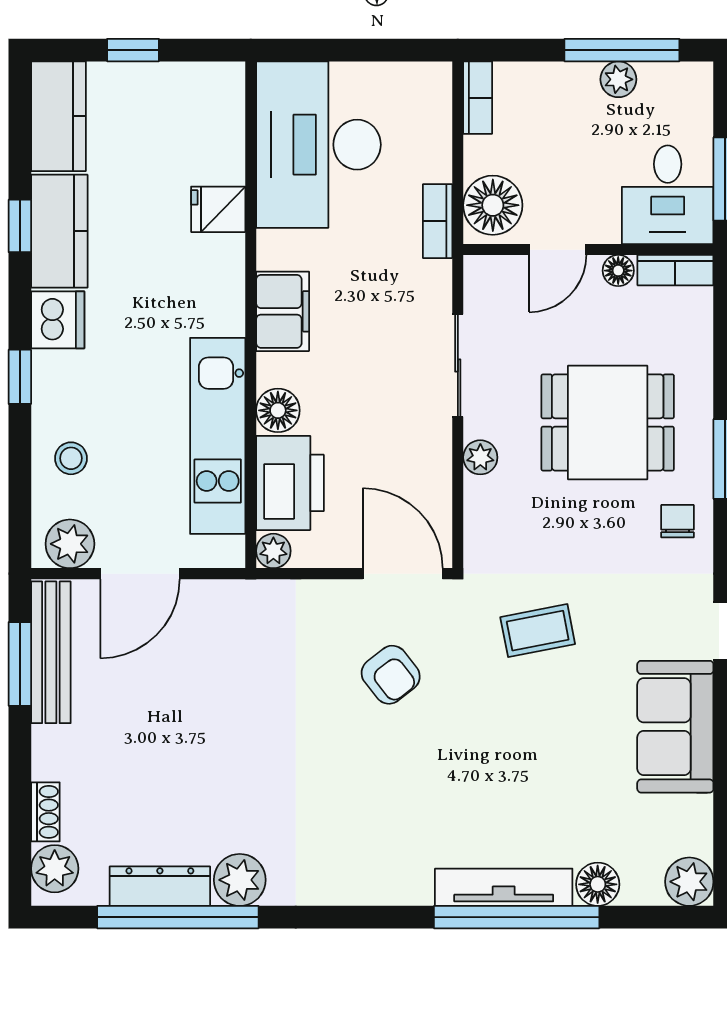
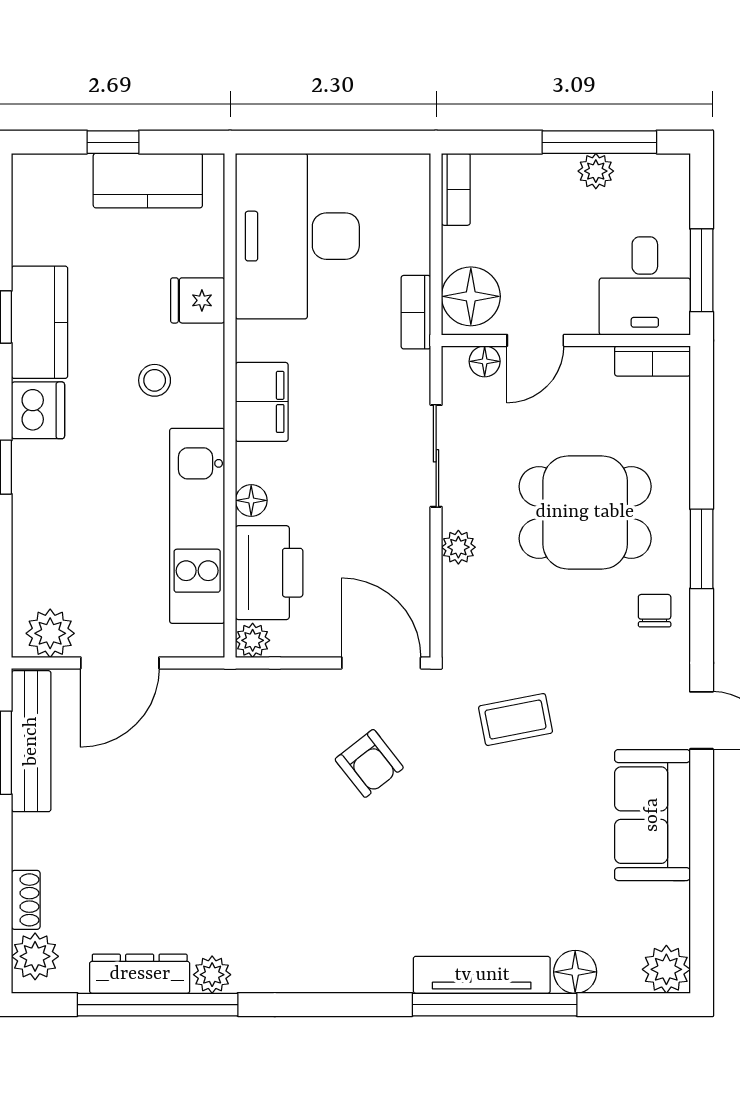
kitchen counter: (58, 116) -> (148, 181), moved, turned 90
floor lamp: (618, 271) -> (485, 361), moved
floor lamp: (278, 410) -> (251, 500), width x0.73, depth x0.73
stool: (71, 458) -> (155, 380), moved
plant: (240, 880) -> (212, 975), width x0.73, depth x0.73

